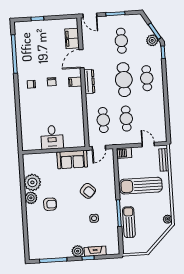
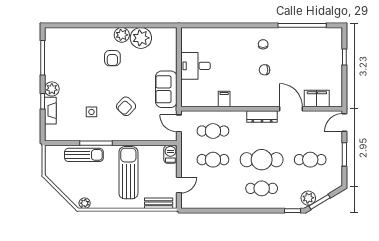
filing cabinet: (75, 82) -> (224, 99), moved

